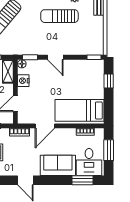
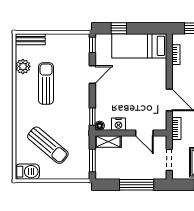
sun lounger: (59, 16) -> (46, 84), turned 180
door: (55, 57) -> (92, 74), moved
bed: (80, 110) -> (139, 46), moved, turned 90

